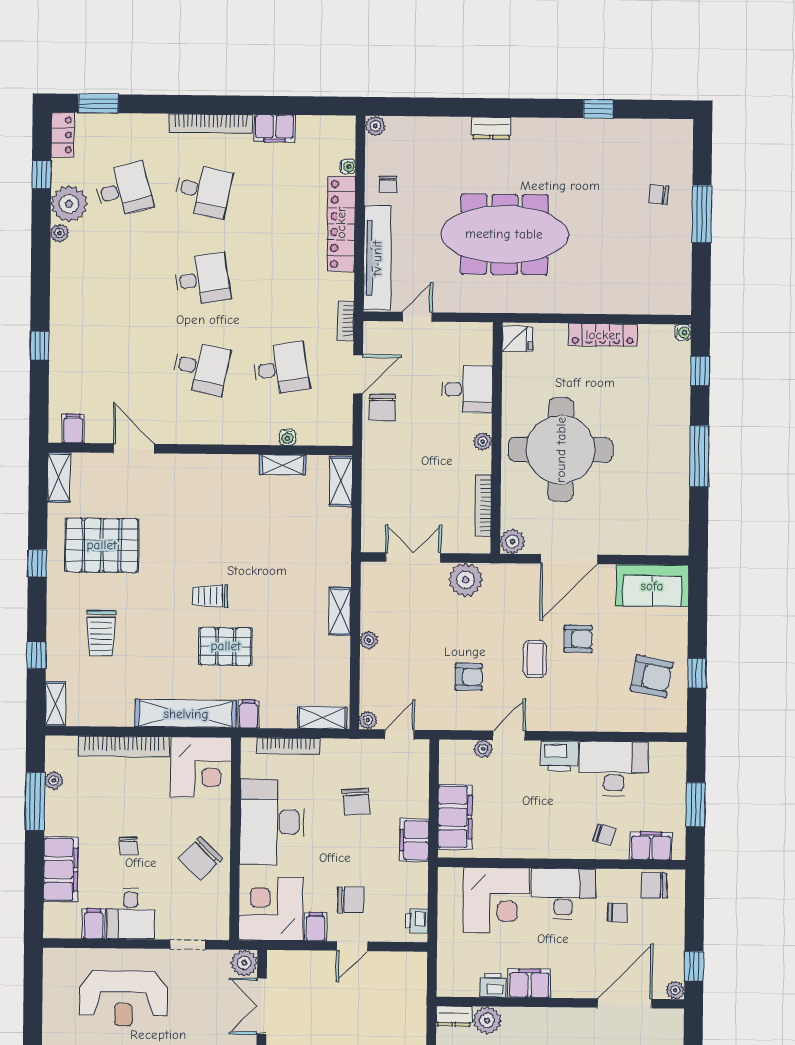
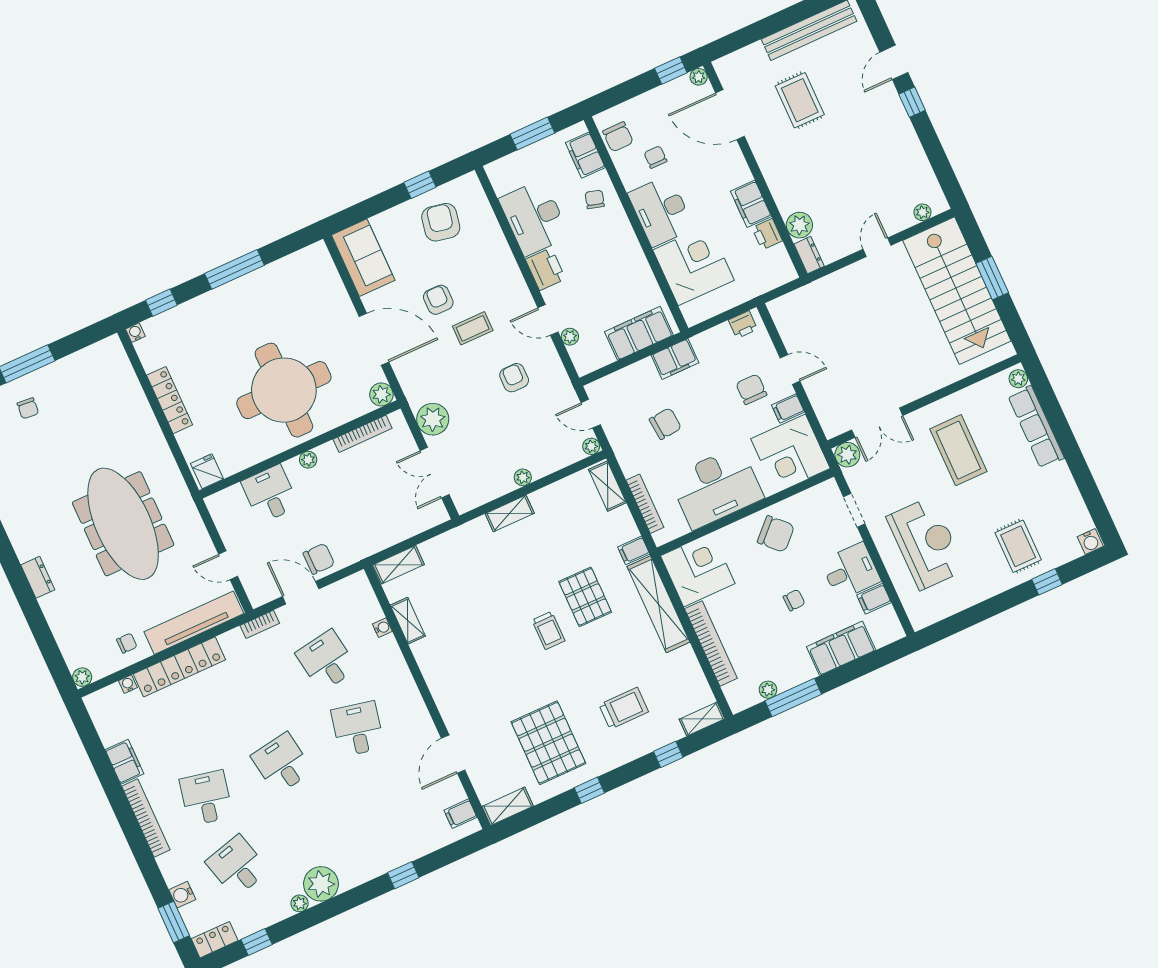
water cooler: (121, 124) -> (182, 895), added
plant: (69, 204) -> (321, 884), moved

